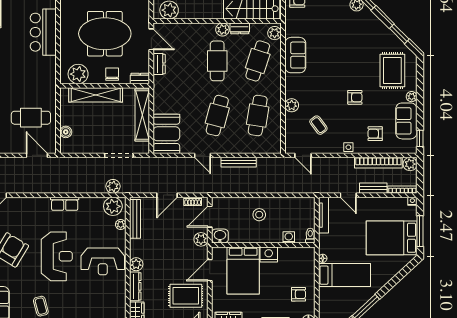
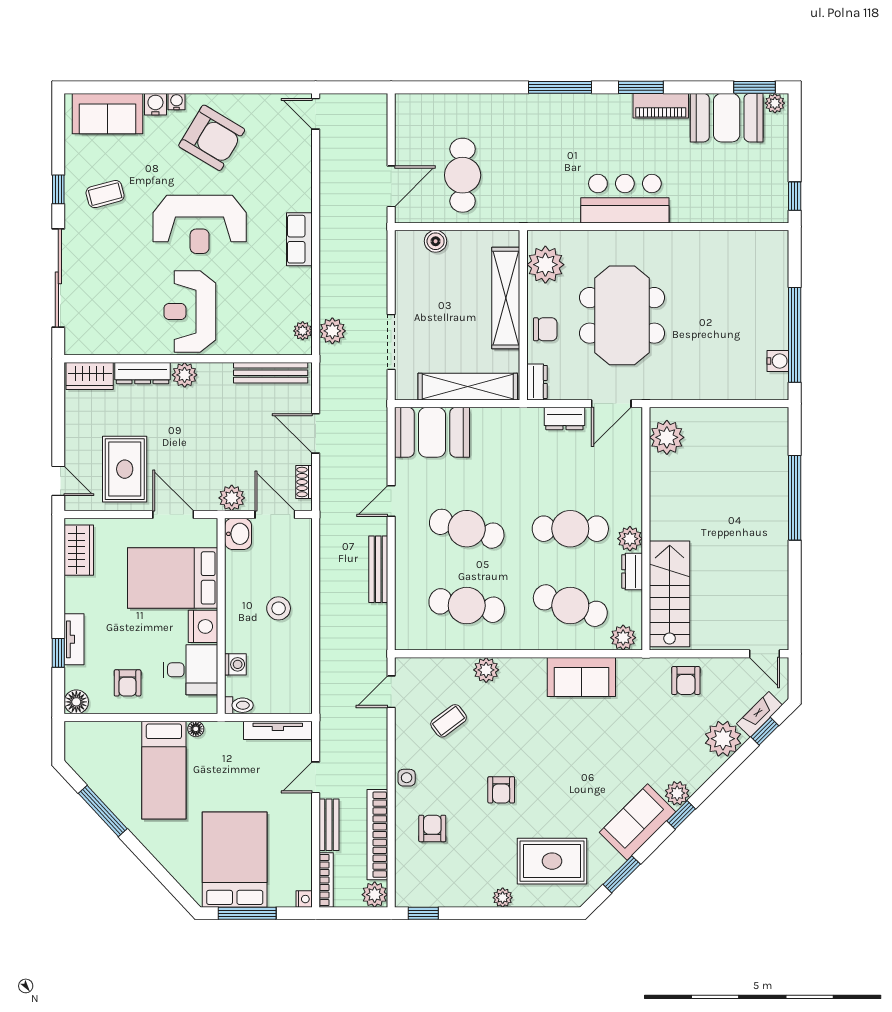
sofa: (406, 121) -> (637, 822), moved, turned -45
plant: (113, 206) -> (303, 331), width x0.53, depth x0.53
plant: (121, 224) -> (260, 346), removed
desk: (292, 261) -> (190, 670), added

